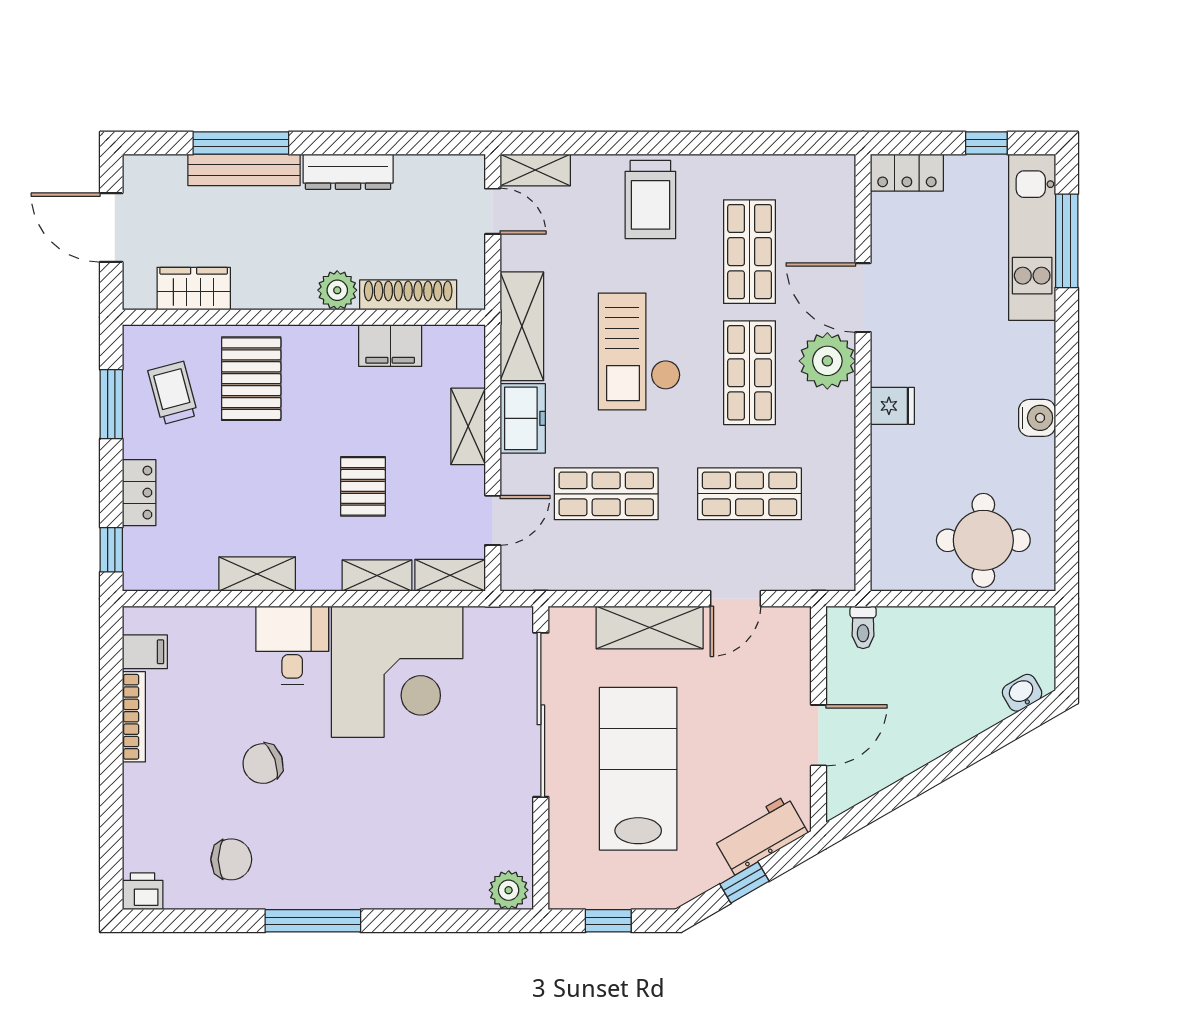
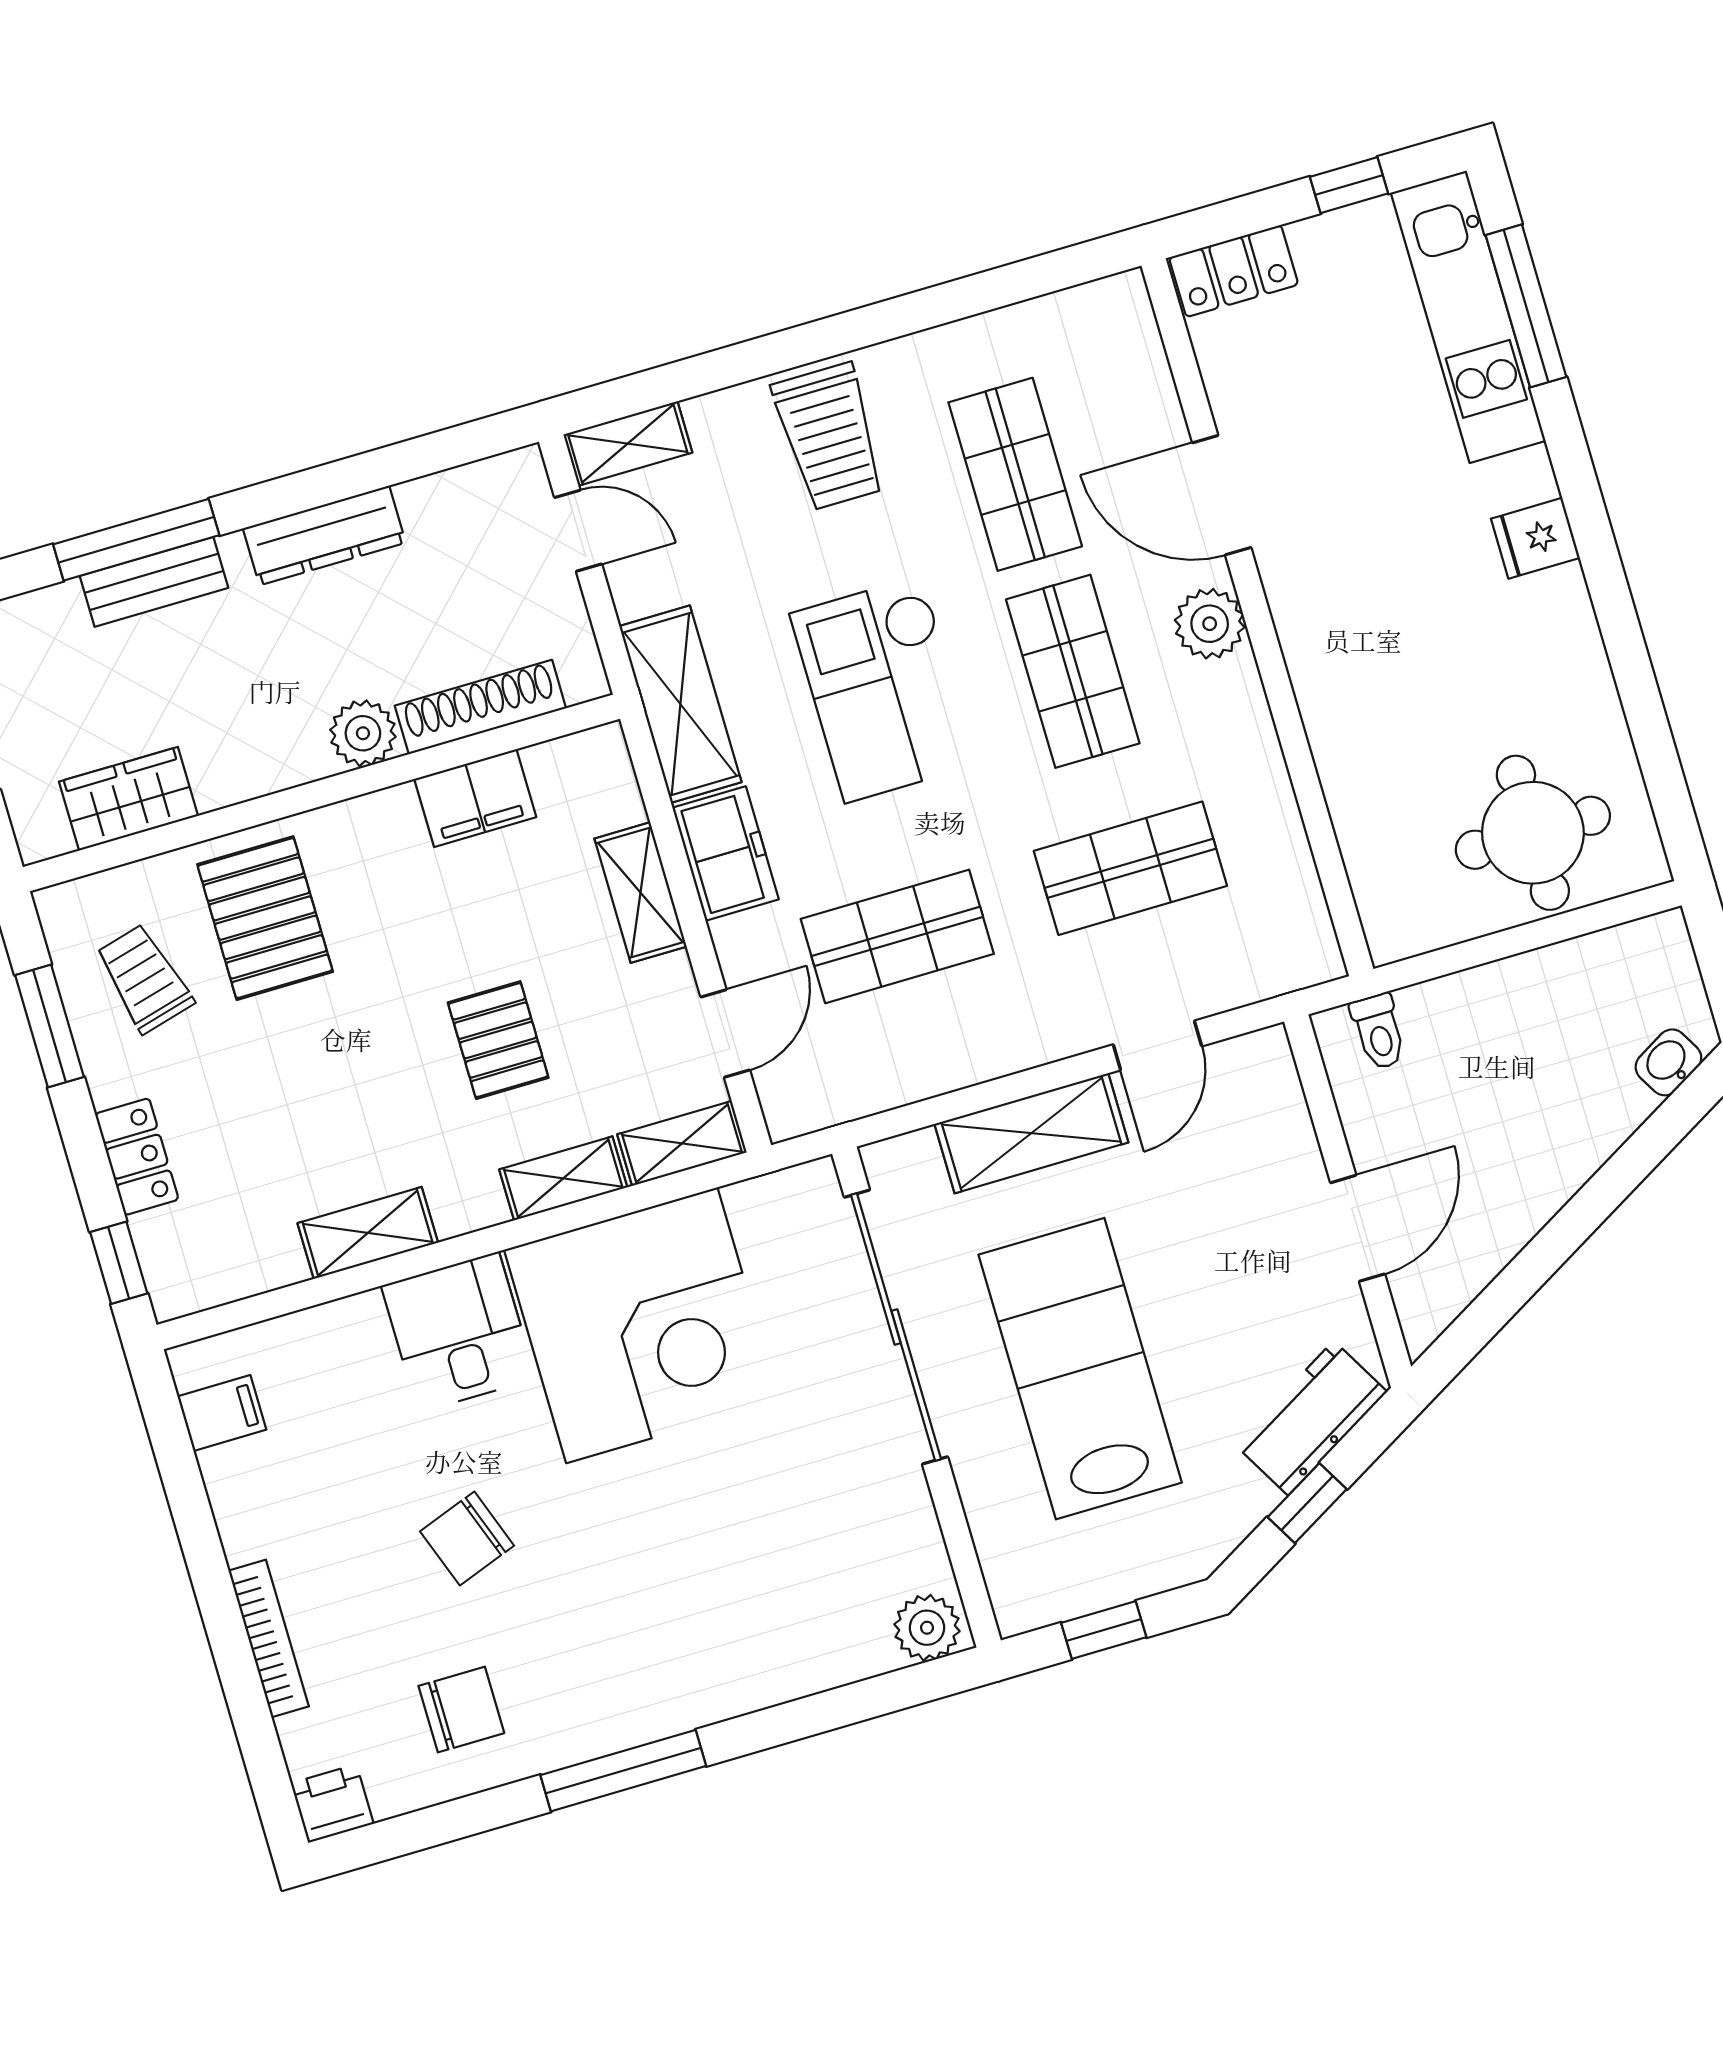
bench: (244, 170) -> (154, 582), width x0.73
plant: (827, 361) -> (1210, 624), width x0.73, depth x0.73
fridge: (892, 406) -> (1535, 538), moved, turned 180
water cooler: (1037, 418) -> (1562, 608), removed
bookcase: (134, 717) -> (269, 1639), moved

